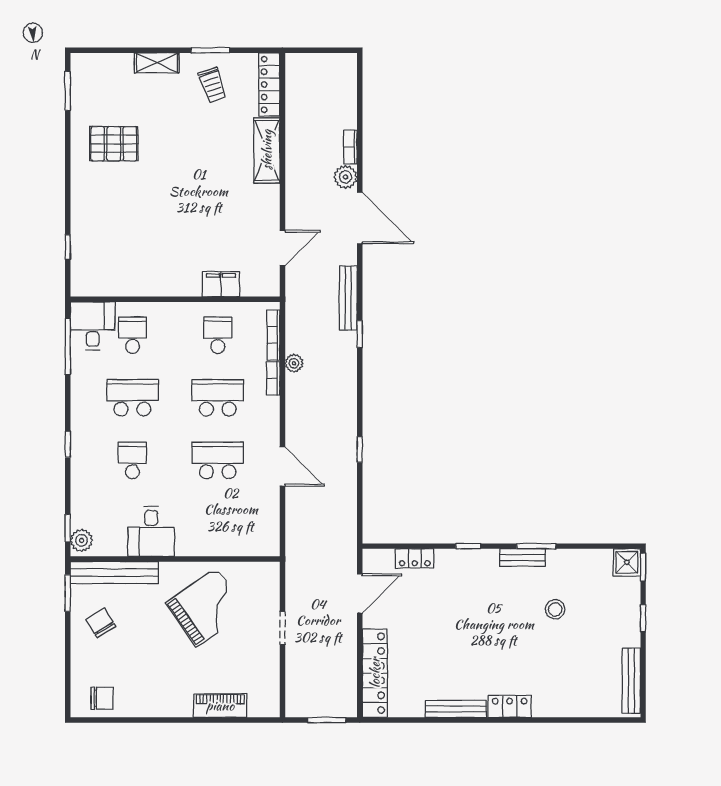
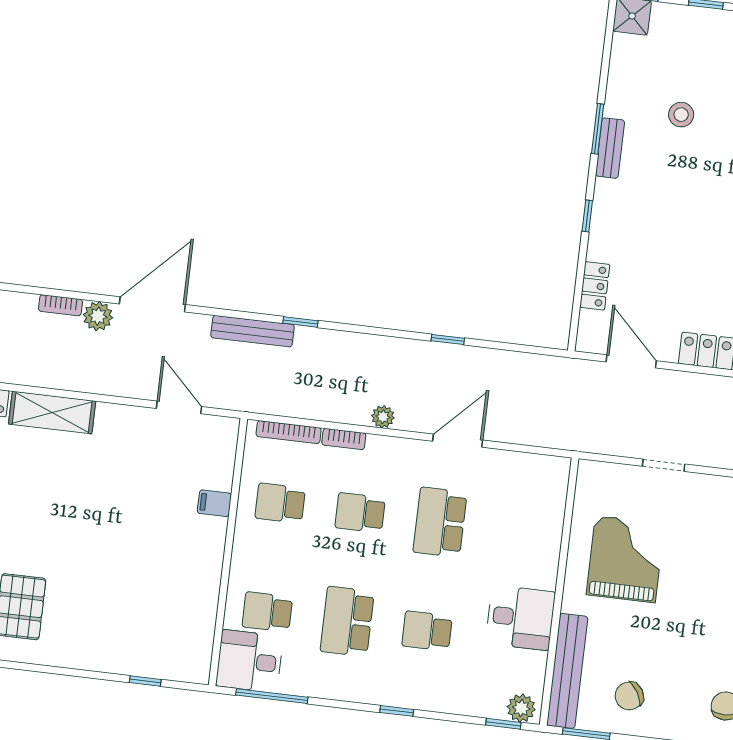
filing cabinet: (221, 284) -> (214, 503), width x0.50
plant: (294, 363) -> (383, 417), moved
school desk: (218, 398) -> (360, 513), width x0.54
grand piano: (206, 607) -> (625, 559), turned 35

